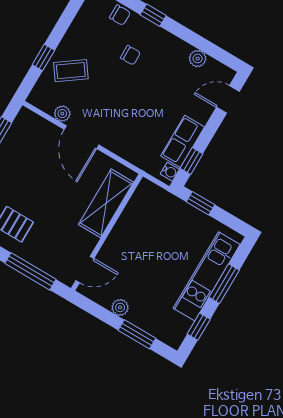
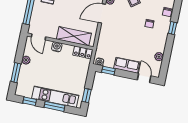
row of seats: (183, 141) -> (127, 65), moved
locker: (141, 197) -> (83, 52), added
window: (201, 203) -> (87, 95), moved
water cooler: (115, 242) -> (57, 47), added

